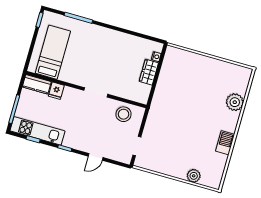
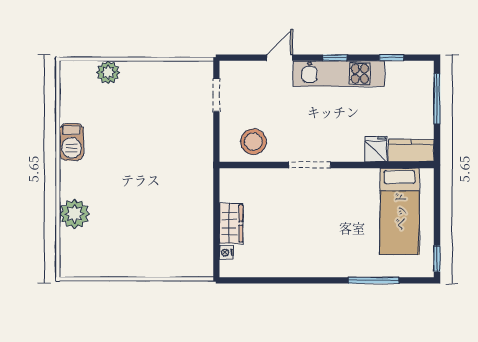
kitchen unit: (37, 131) -> (339, 74), moved

